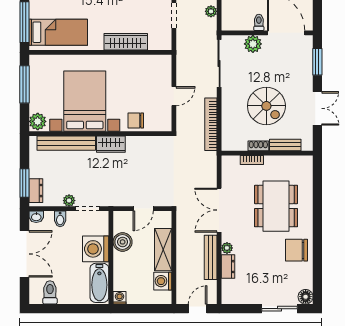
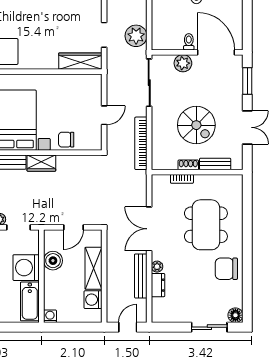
plant: (211, 11) -> (136, 36), width x1.88, depth x1.88
wardrobe: (126, 42) -> (80, 61), moved

